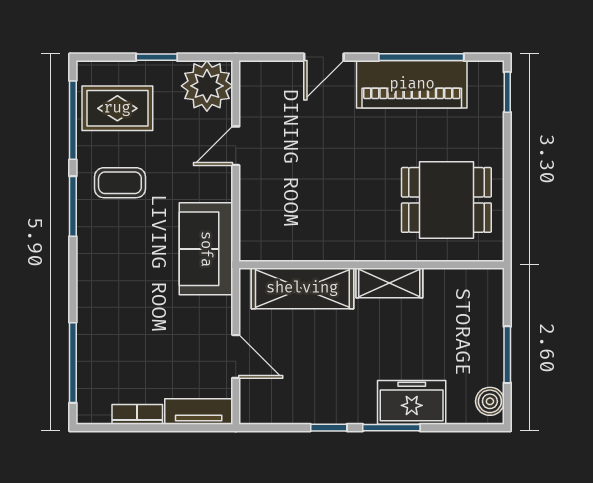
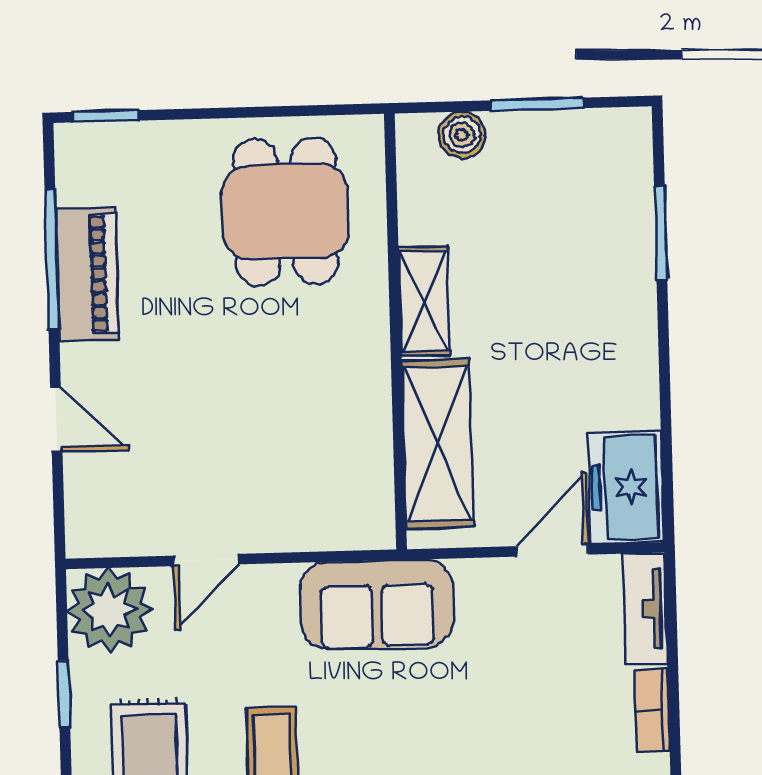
piano: (412, 84) -> (87, 274), width x0.73, depth x0.75
door: (236, 146) -> (206, 560), hinge flipped
boiler: (490, 401) -> (462, 135), moved
freezer: (412, 402) -> (626, 487), moved
window: (329, 428) -> (665, 394), removed
window: (391, 428) -> (661, 233), moved

